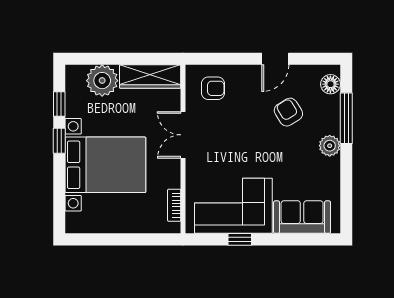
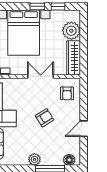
door: (275, 59) -> (84, 129), hinge flipped
armchair: (288, 112) -> (45, 118), moved

